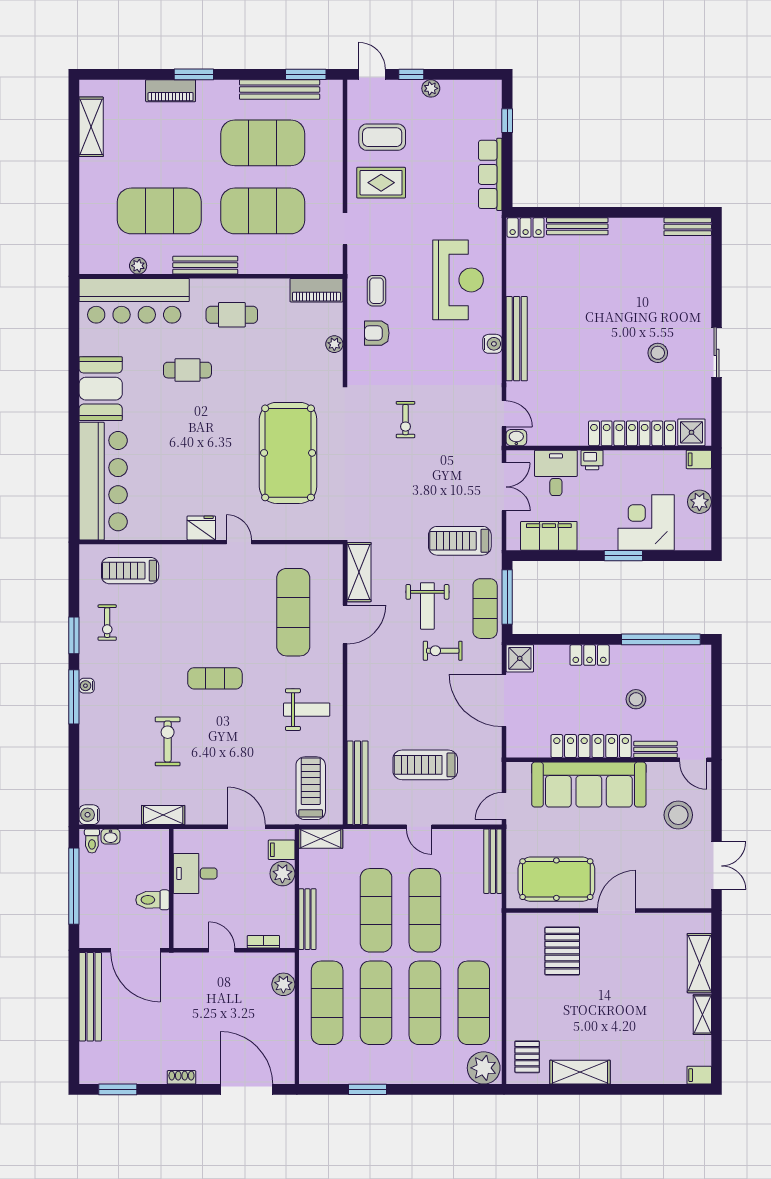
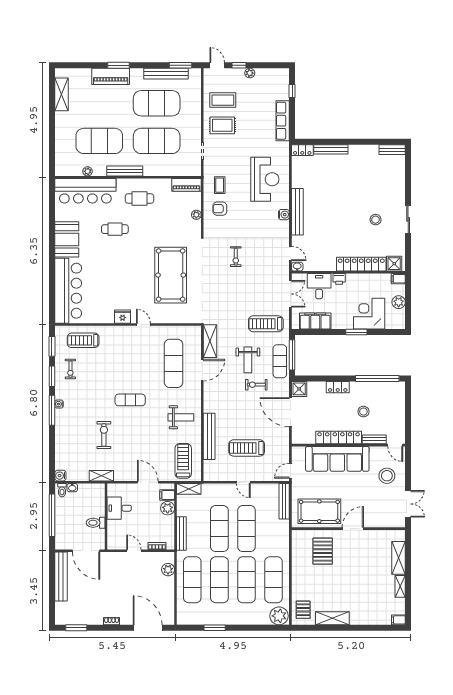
piano: (171, 91) -> (111, 76), width x1.37, depth x1.33
window: (74, 581) -> (52, 346), added
bench: (358, 783) -> (209, 436), moved

